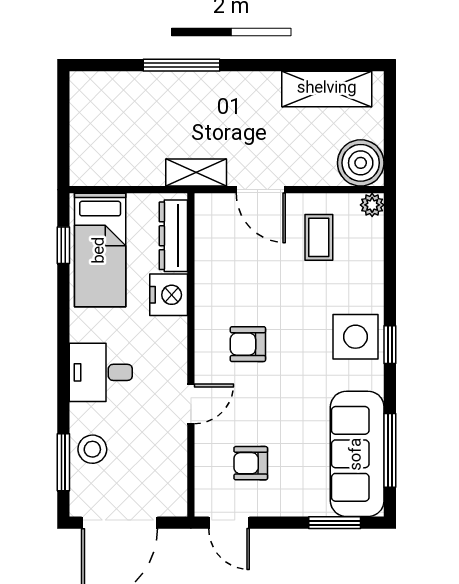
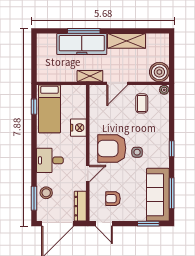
shelving: (327, 89) -> (127, 41), moved
freezer: (177, 96) -> (82, 44), added
door: (261, 190) -> (117, 83), hinge flipped
dresser: (173, 236) -> (80, 206), moved
side table: (356, 337) -> (137, 152), moved, width x0.54, depth x0.54
armchair: (248, 344) -> (112, 148), width x1.88, depth x1.88

